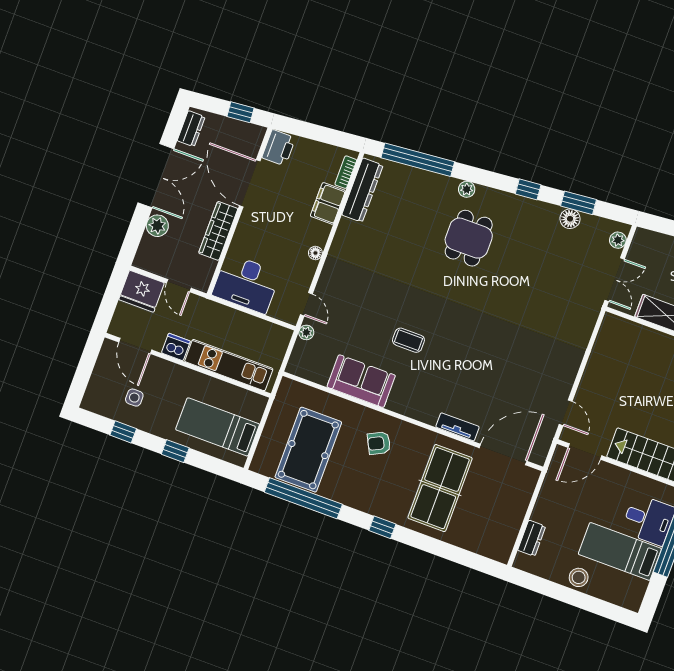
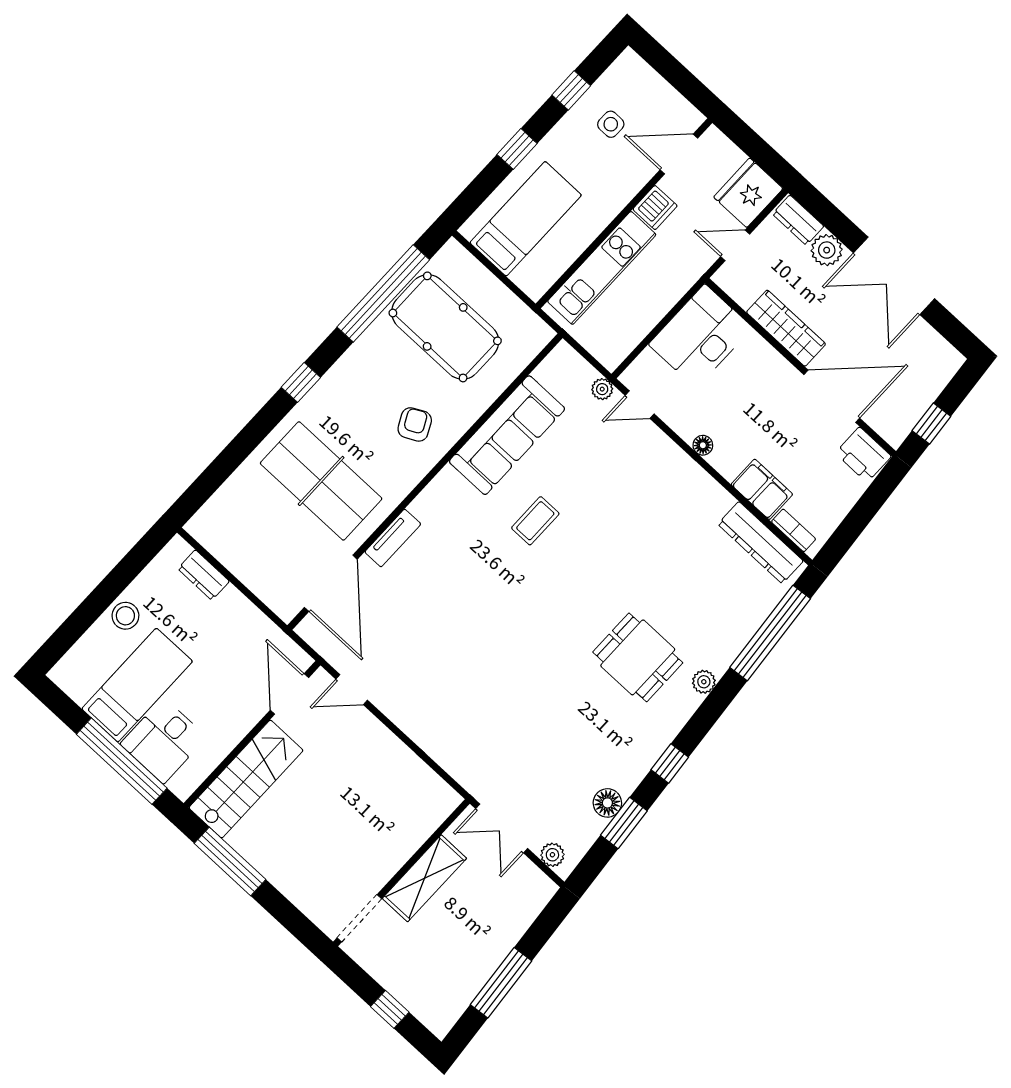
dresser: (191, 129) -> (798, 220), moved
sofa: (361, 381) -> (507, 435), width x1.36

